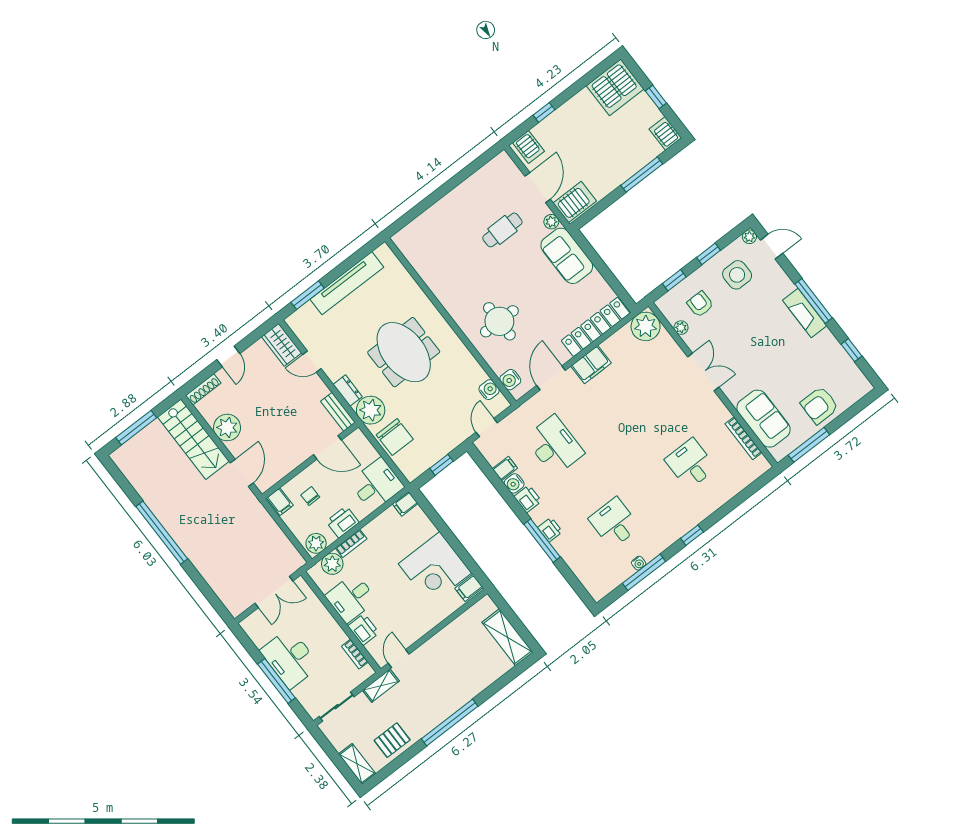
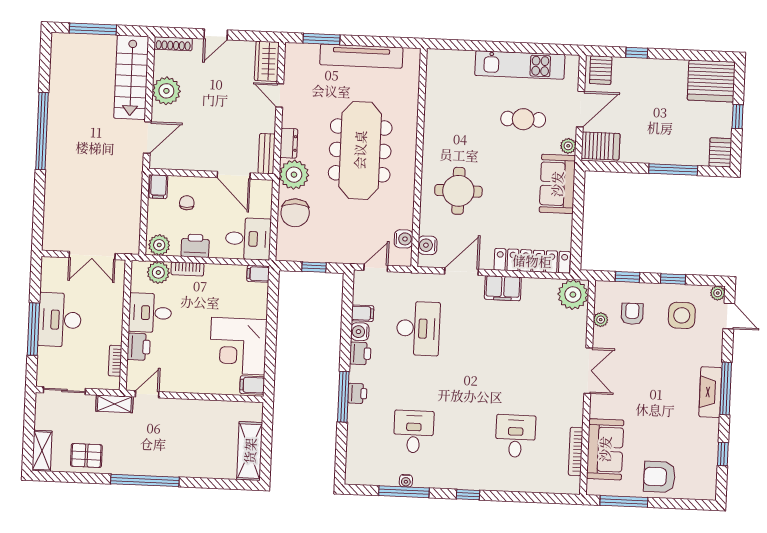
kitchen unit: (467, 193) -> (520, 65), added
meeting table: (404, 352) -> (360, 150), width x1.36

